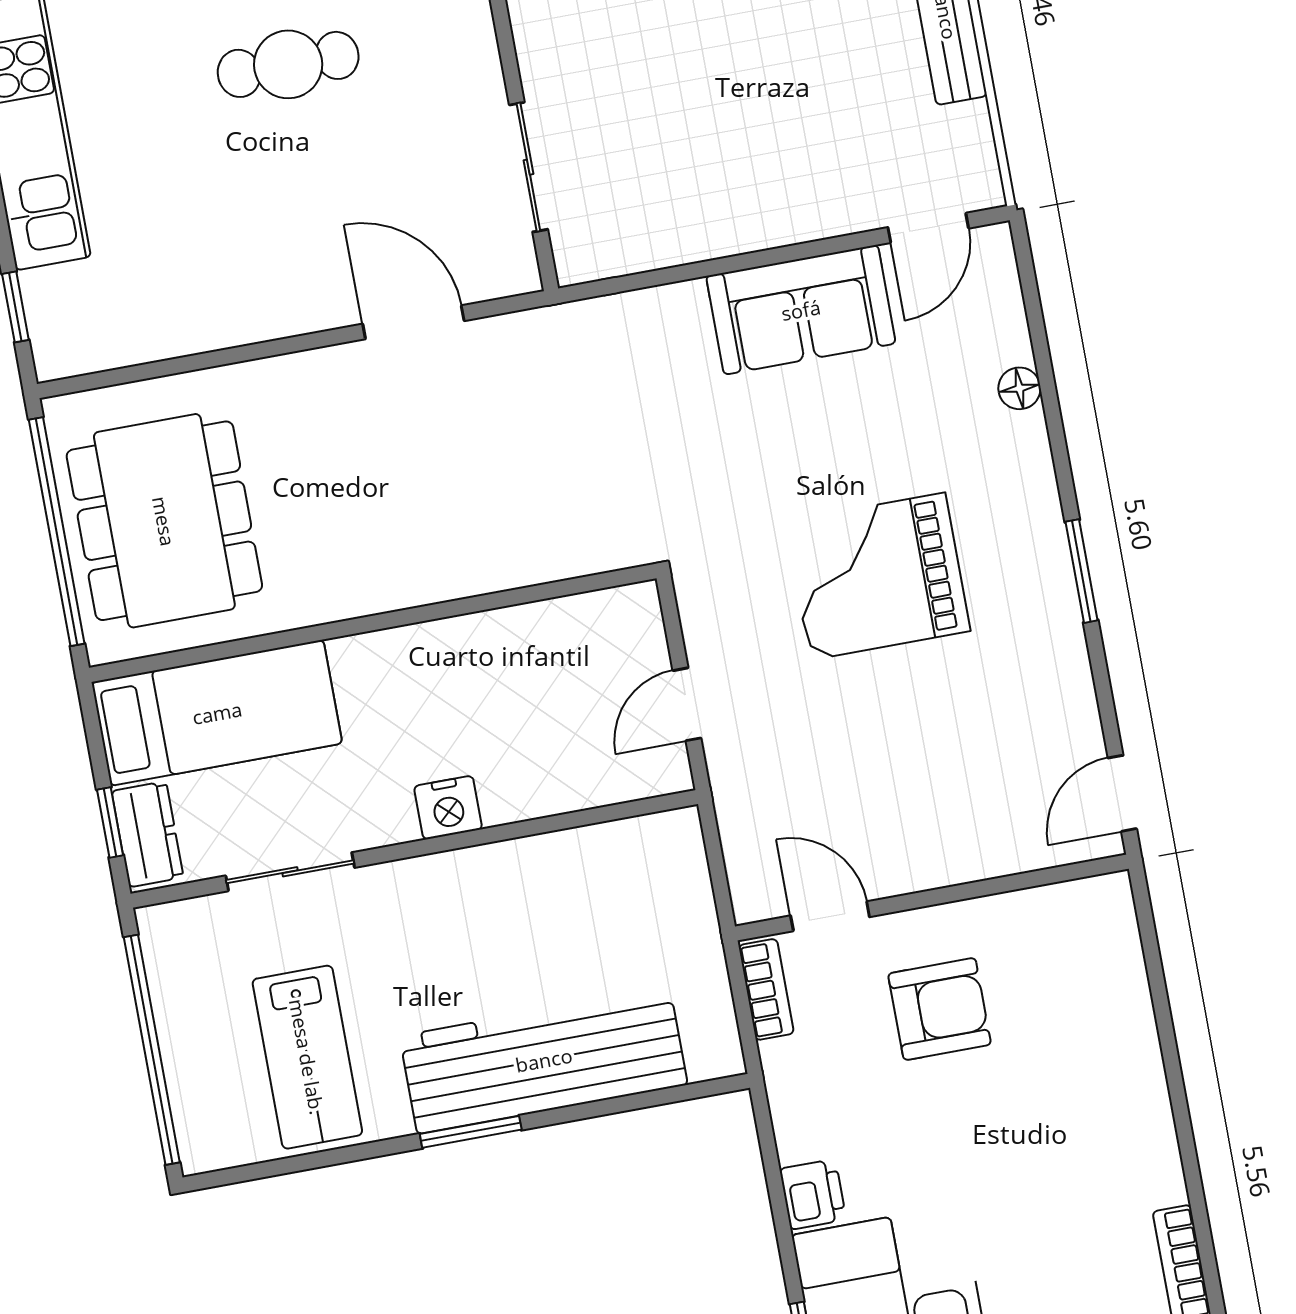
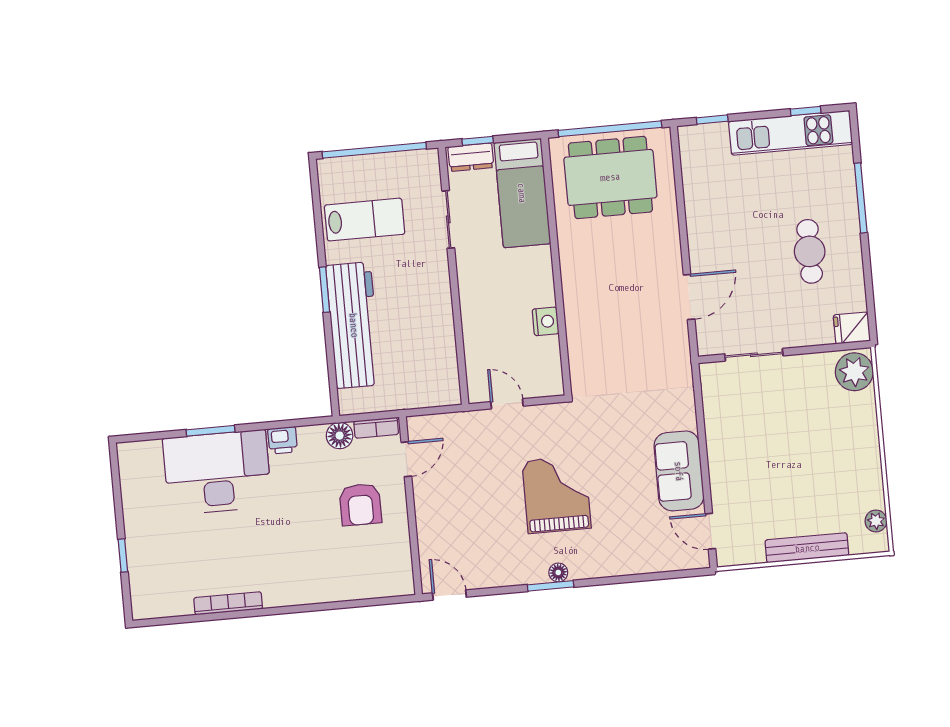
floor lamp: (1019, 388) -> (558, 572), moved
nightstand: (448, 808) -> (546, 321), moved, turned 180
lab bench: (307, 1057) -> (365, 220), turned 180
floor lamp: (791, 1069) -> (340, 436), added

